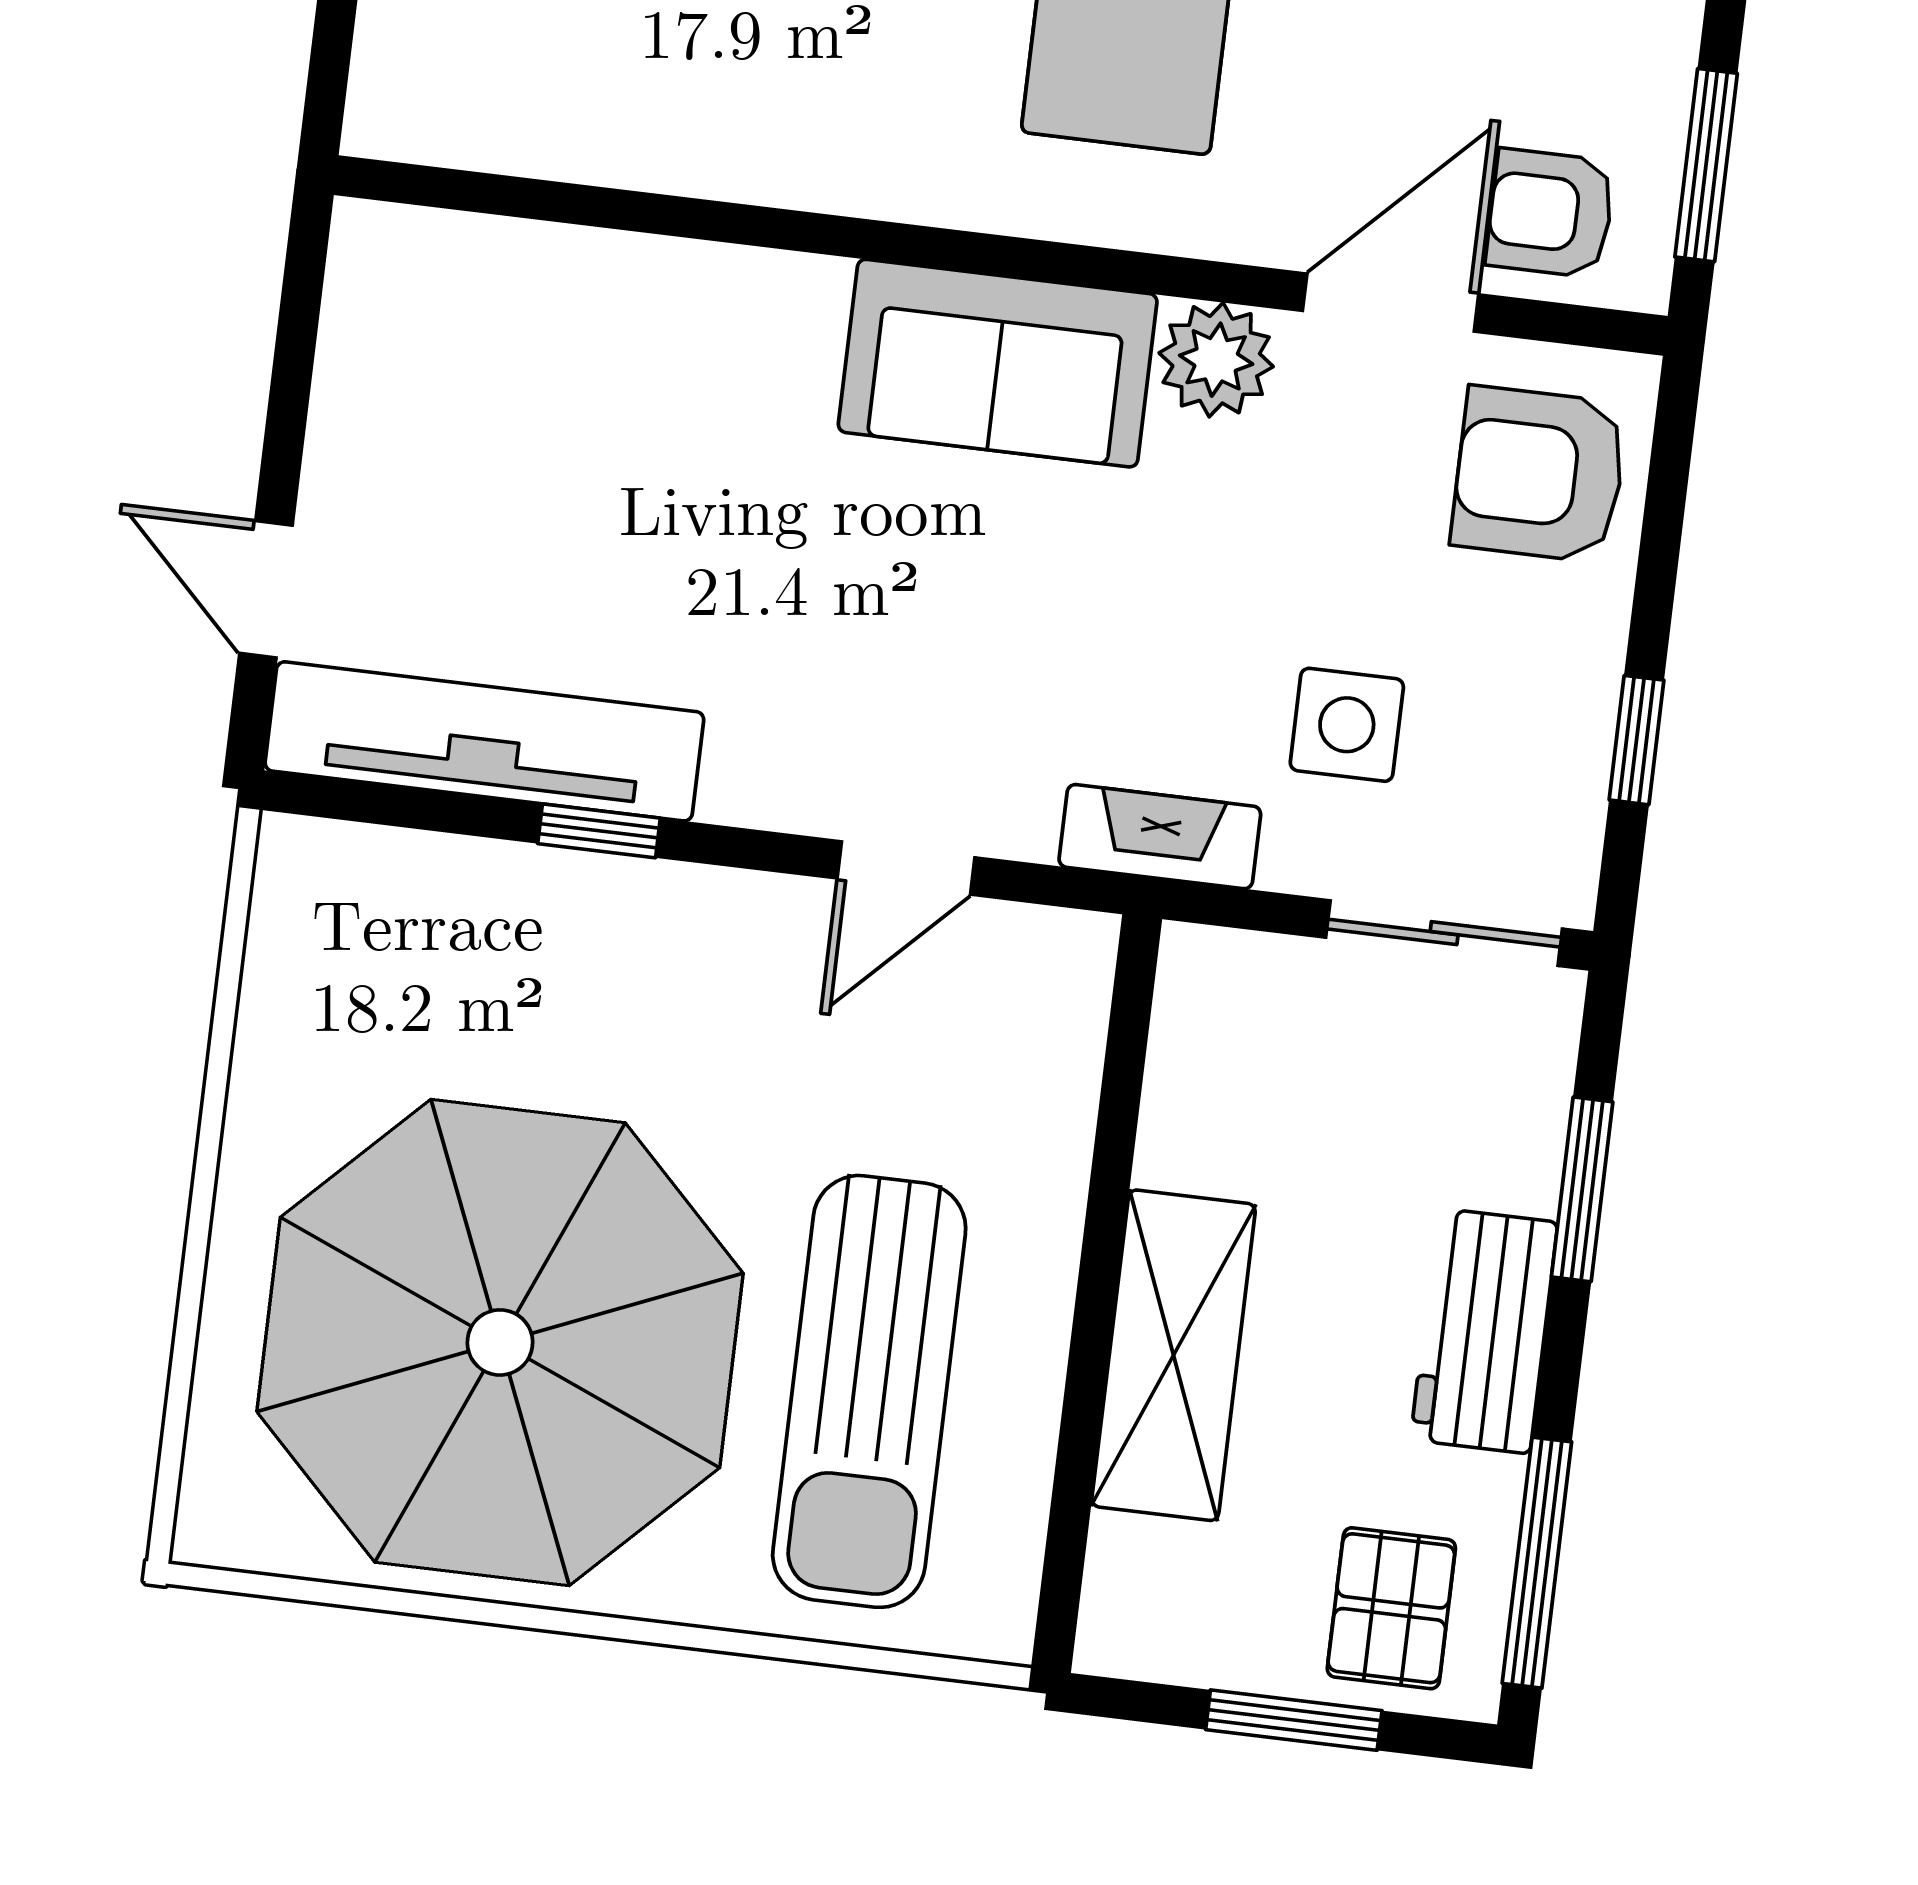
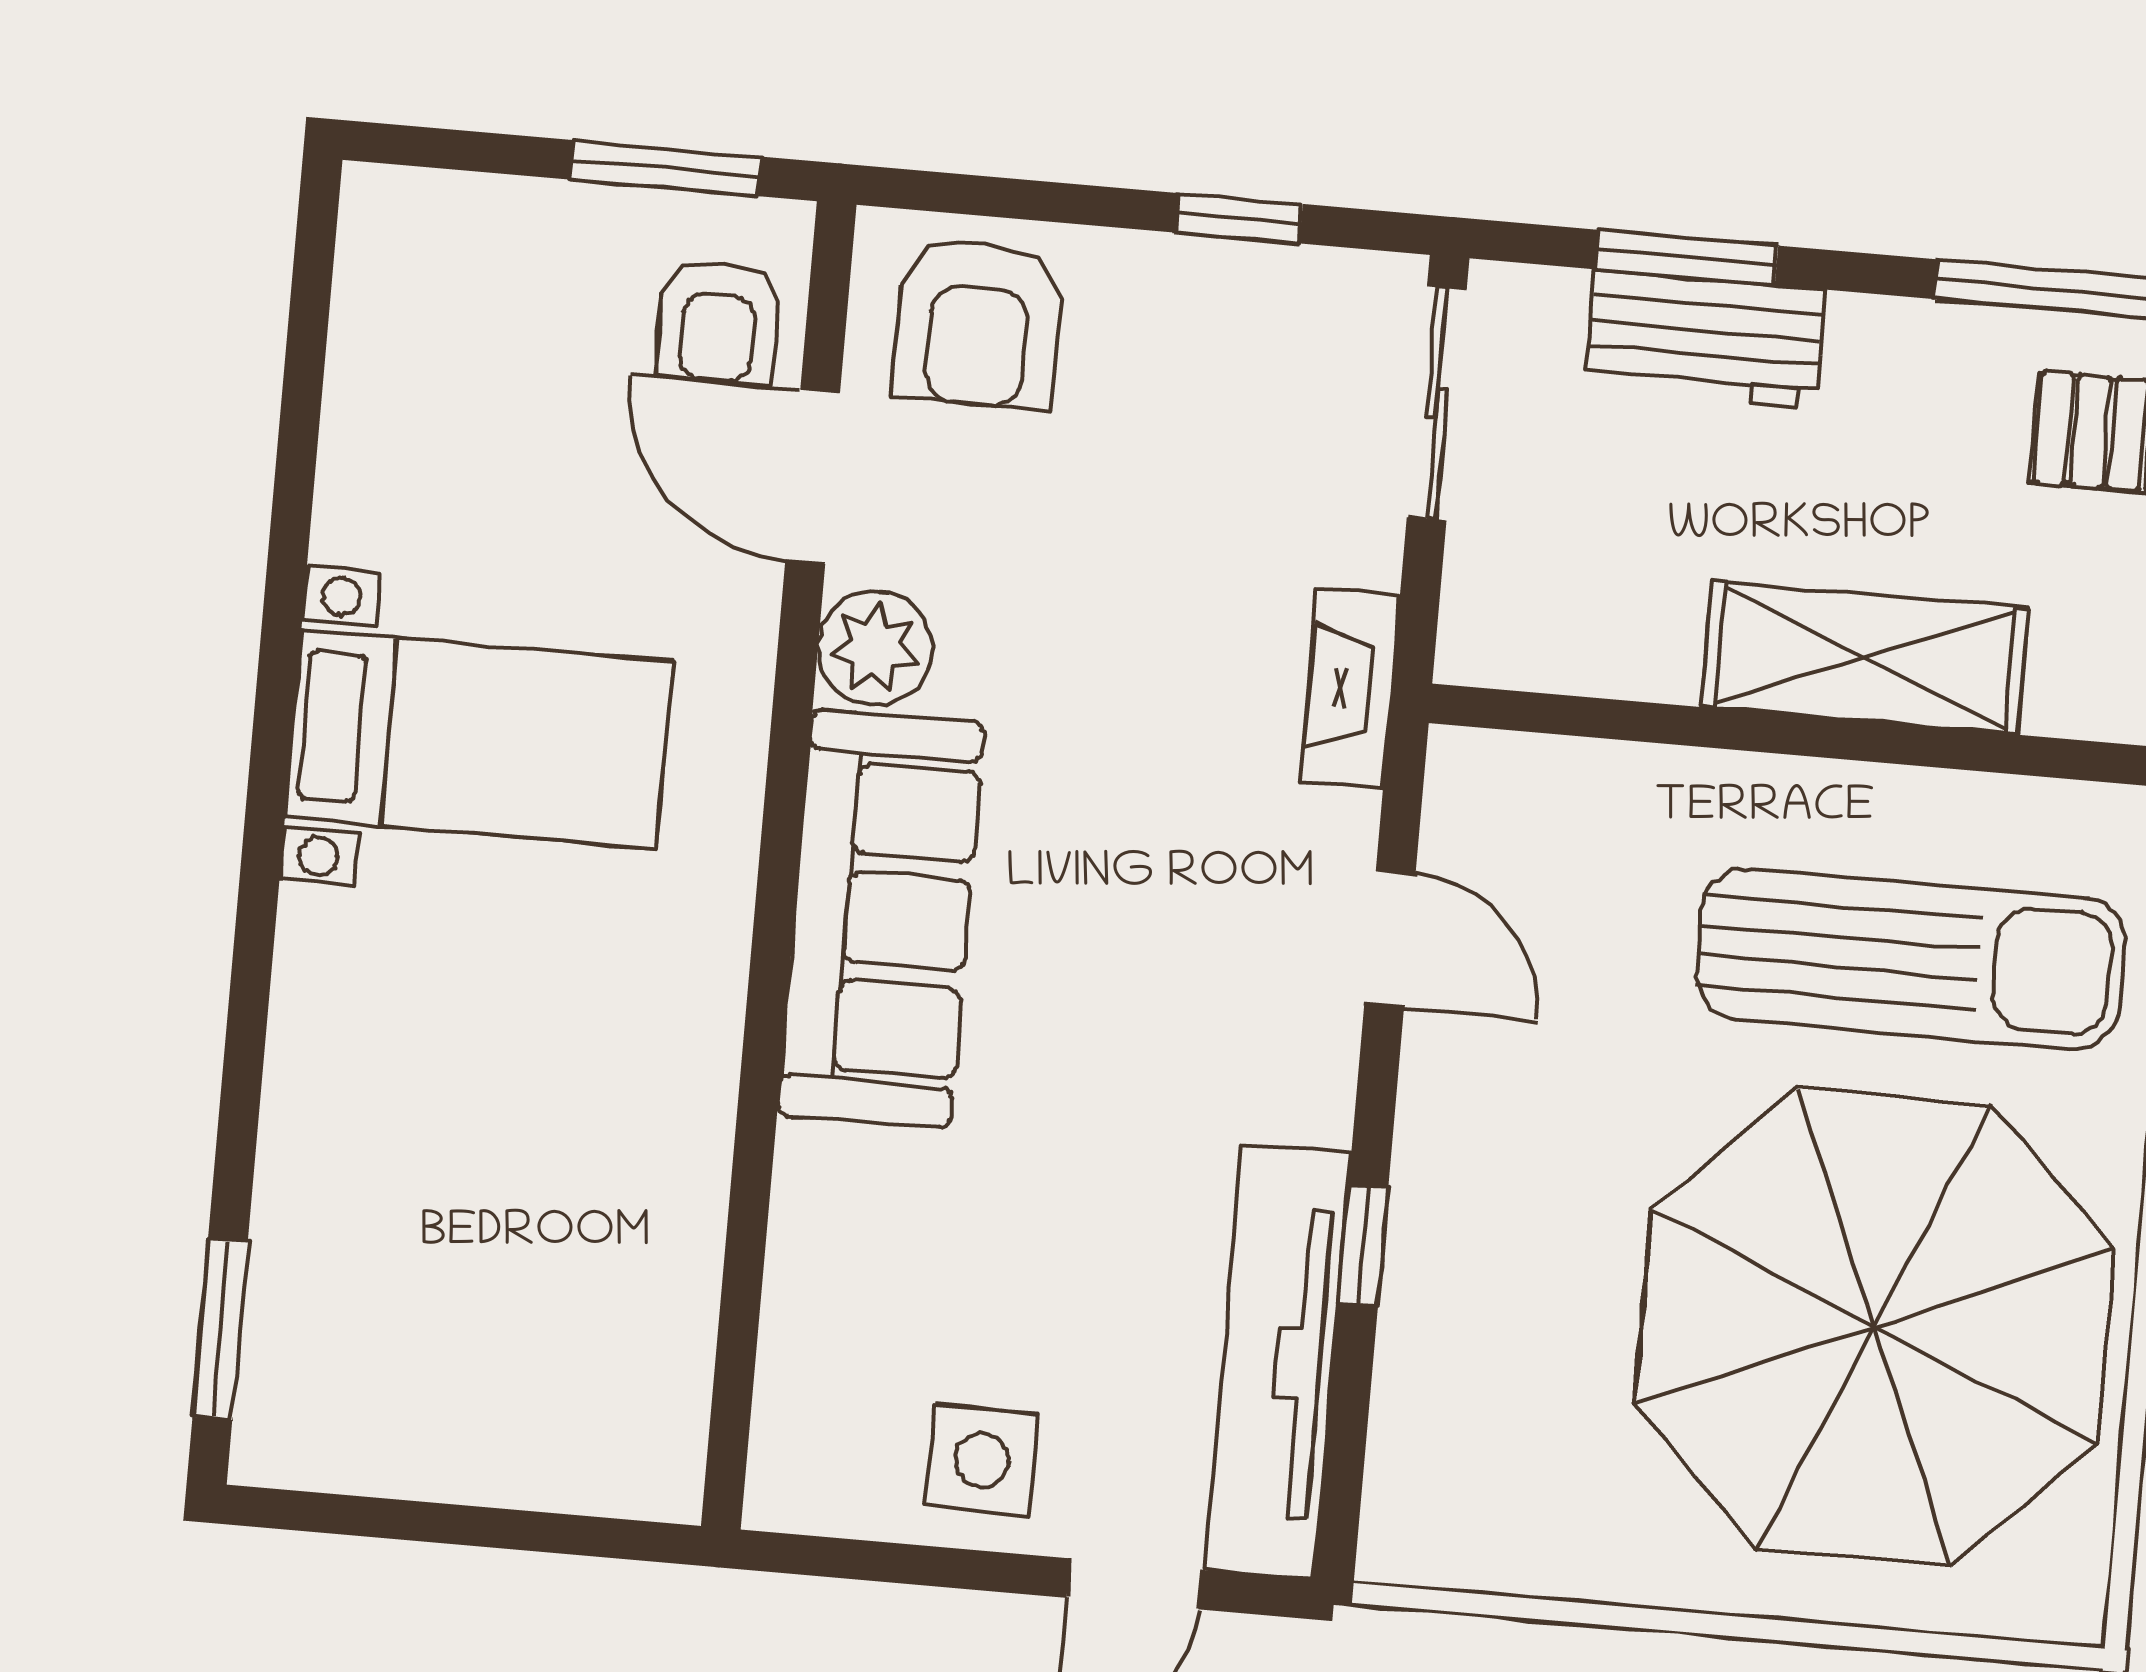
sofa: (998, 363) -> (881, 919), width x1.36
side table: (1347, 725) -> (982, 1460), moved
workbench: (1484, 1331) -> (1705, 339), moved

